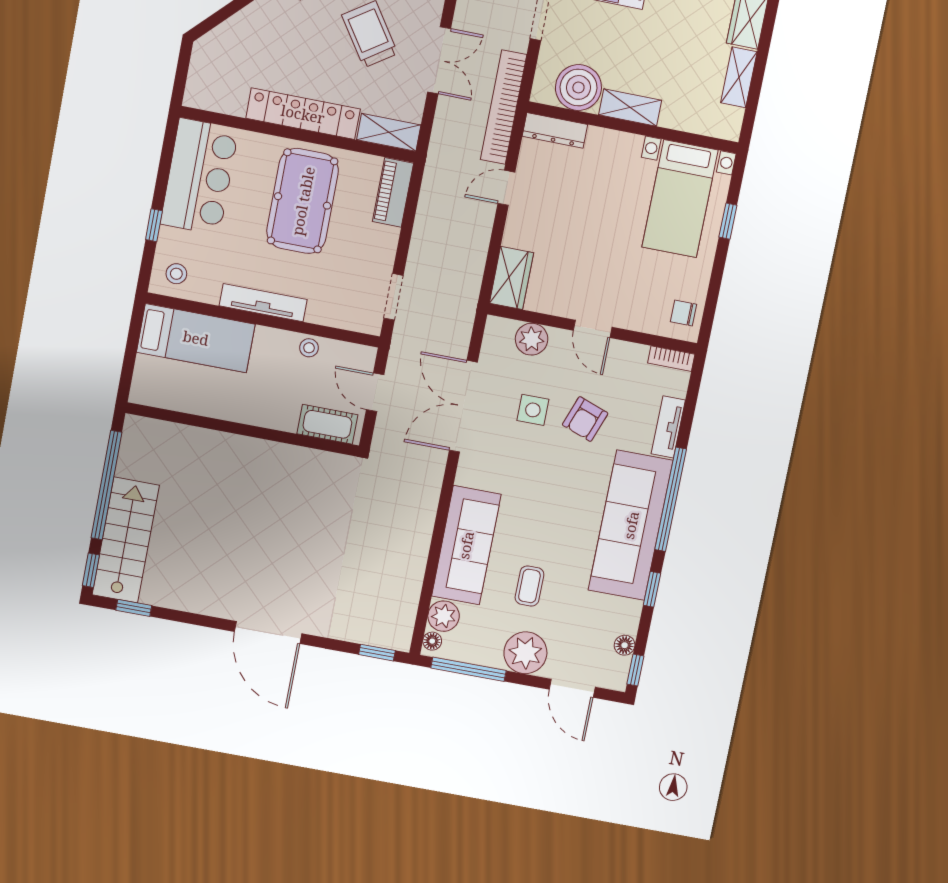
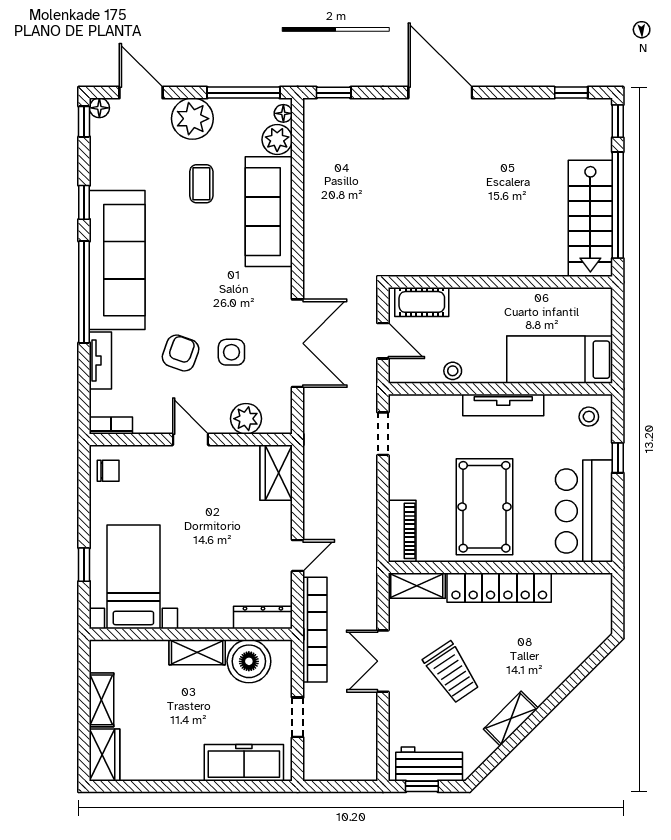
stairs: (126, 540) -> (590, 218), moved
floor lamp: (625, 645) -> (99, 108), moved

